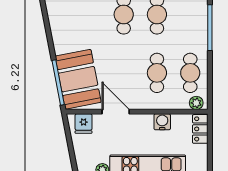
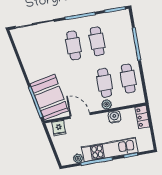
plant: (196, 103) -> (107, 104), moved

